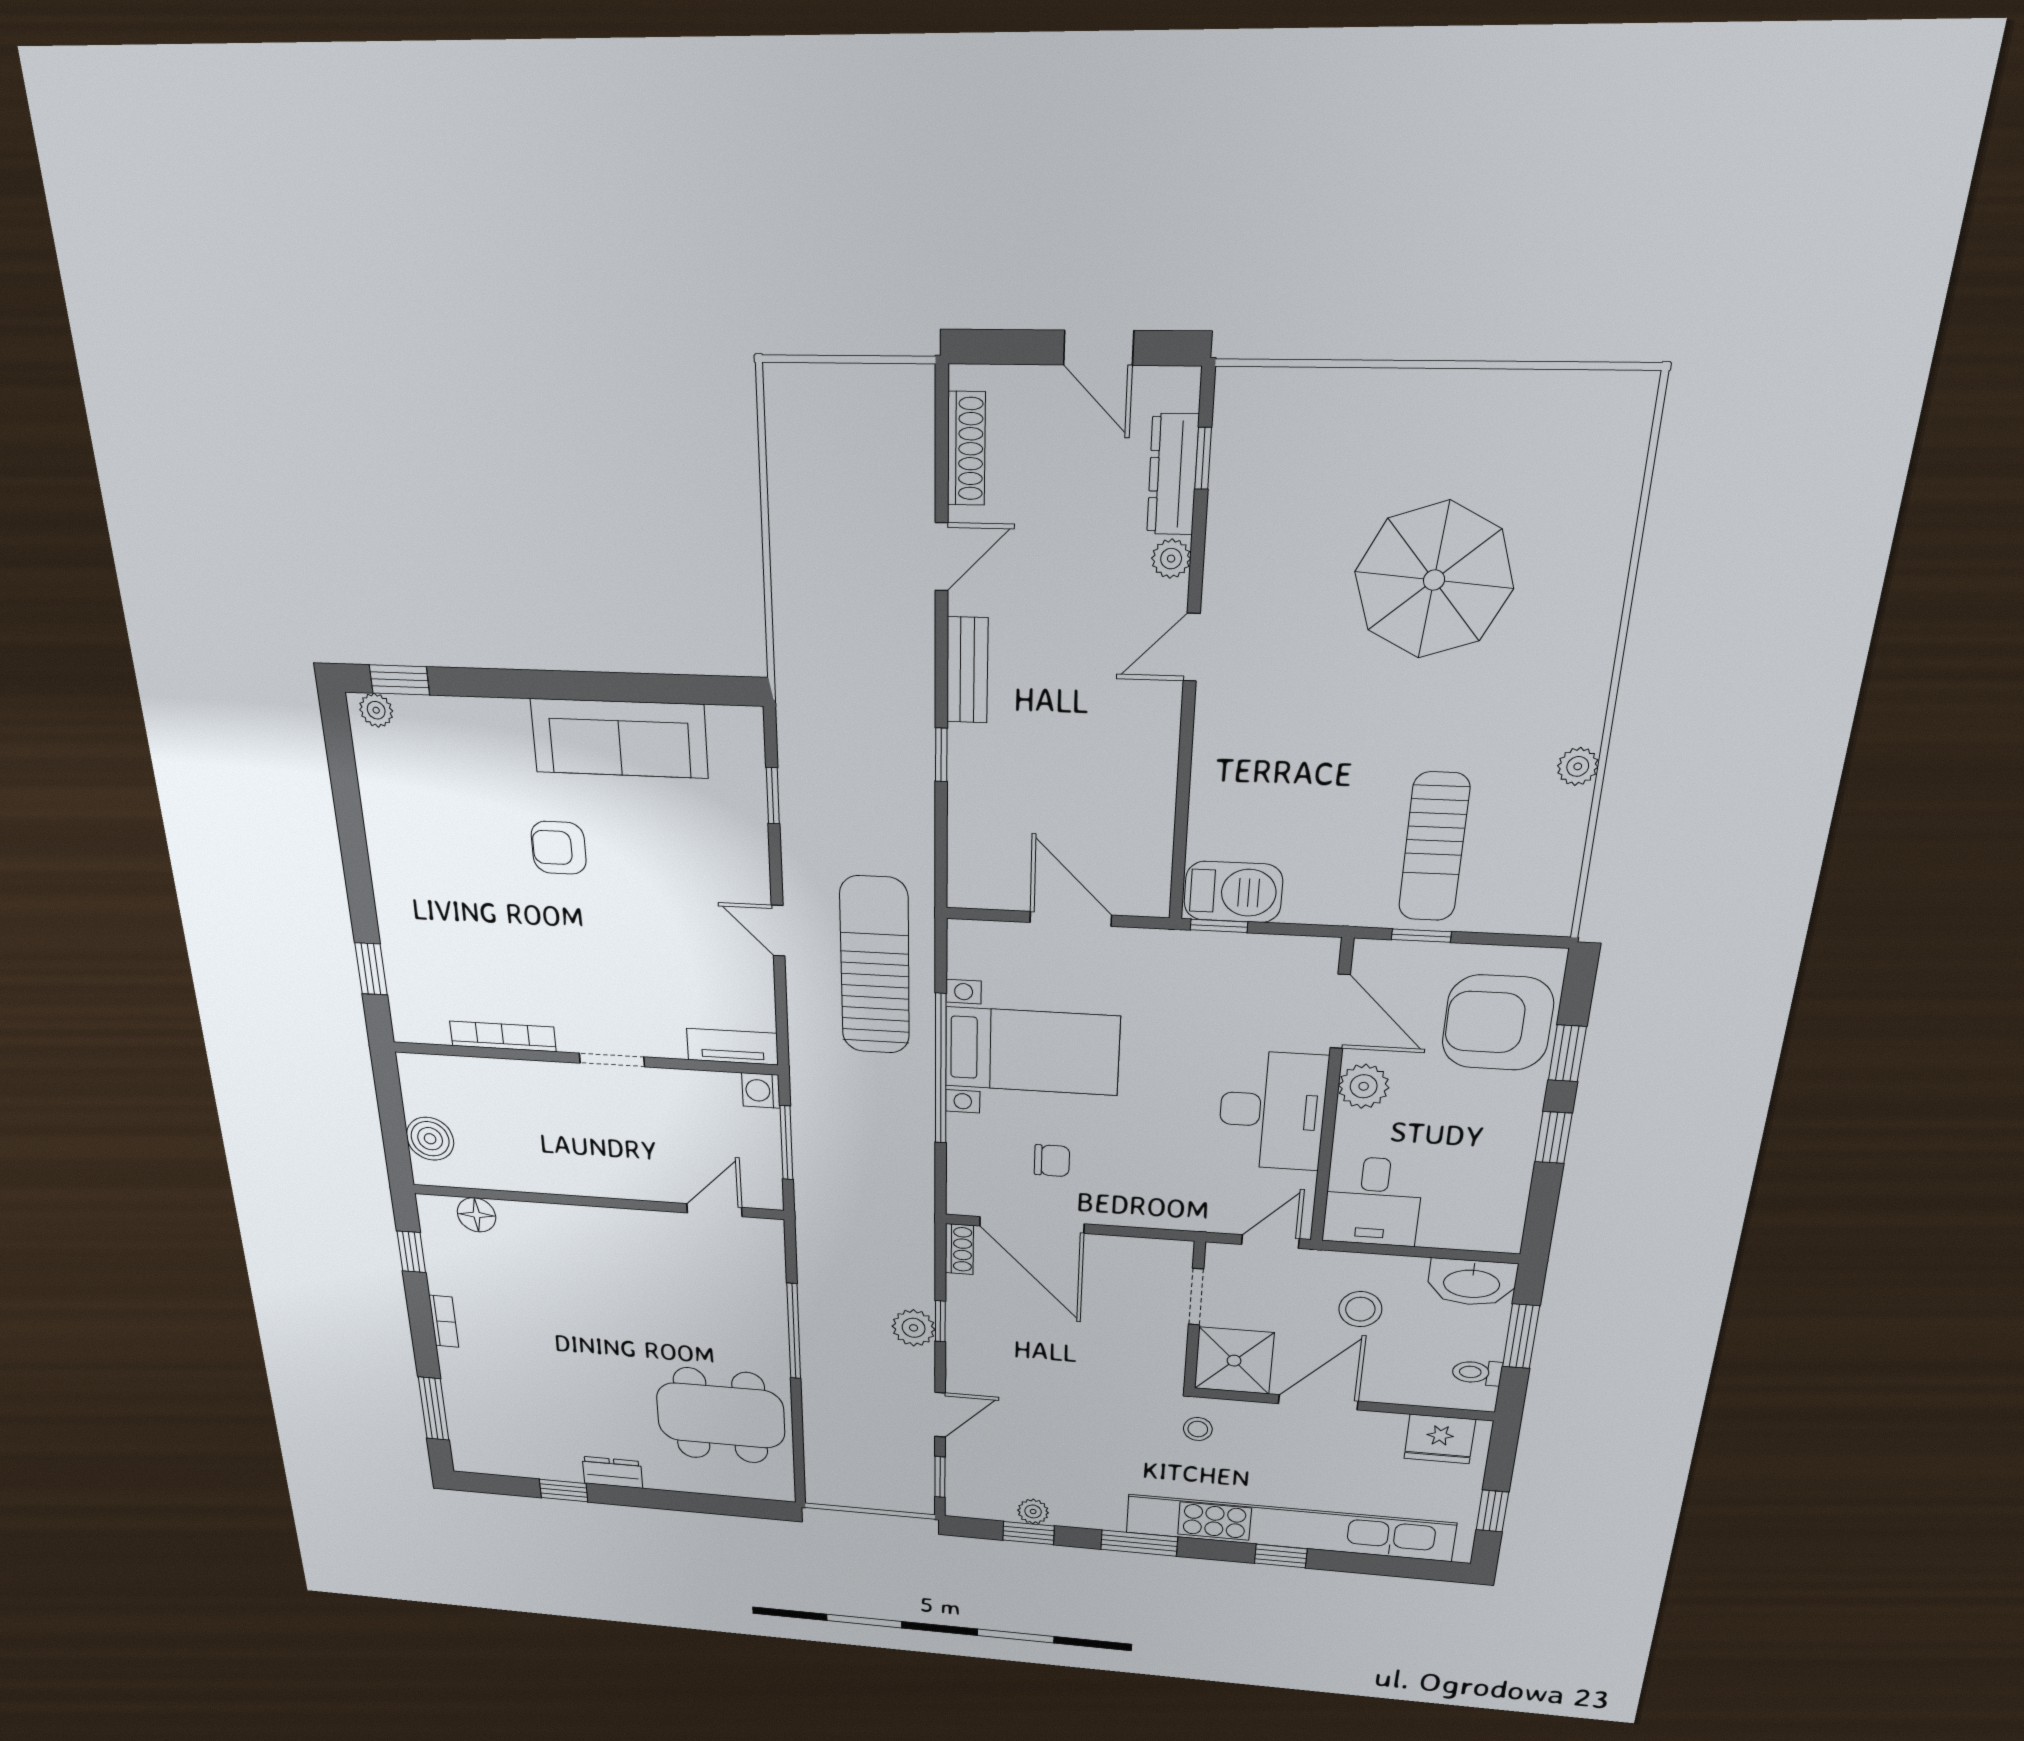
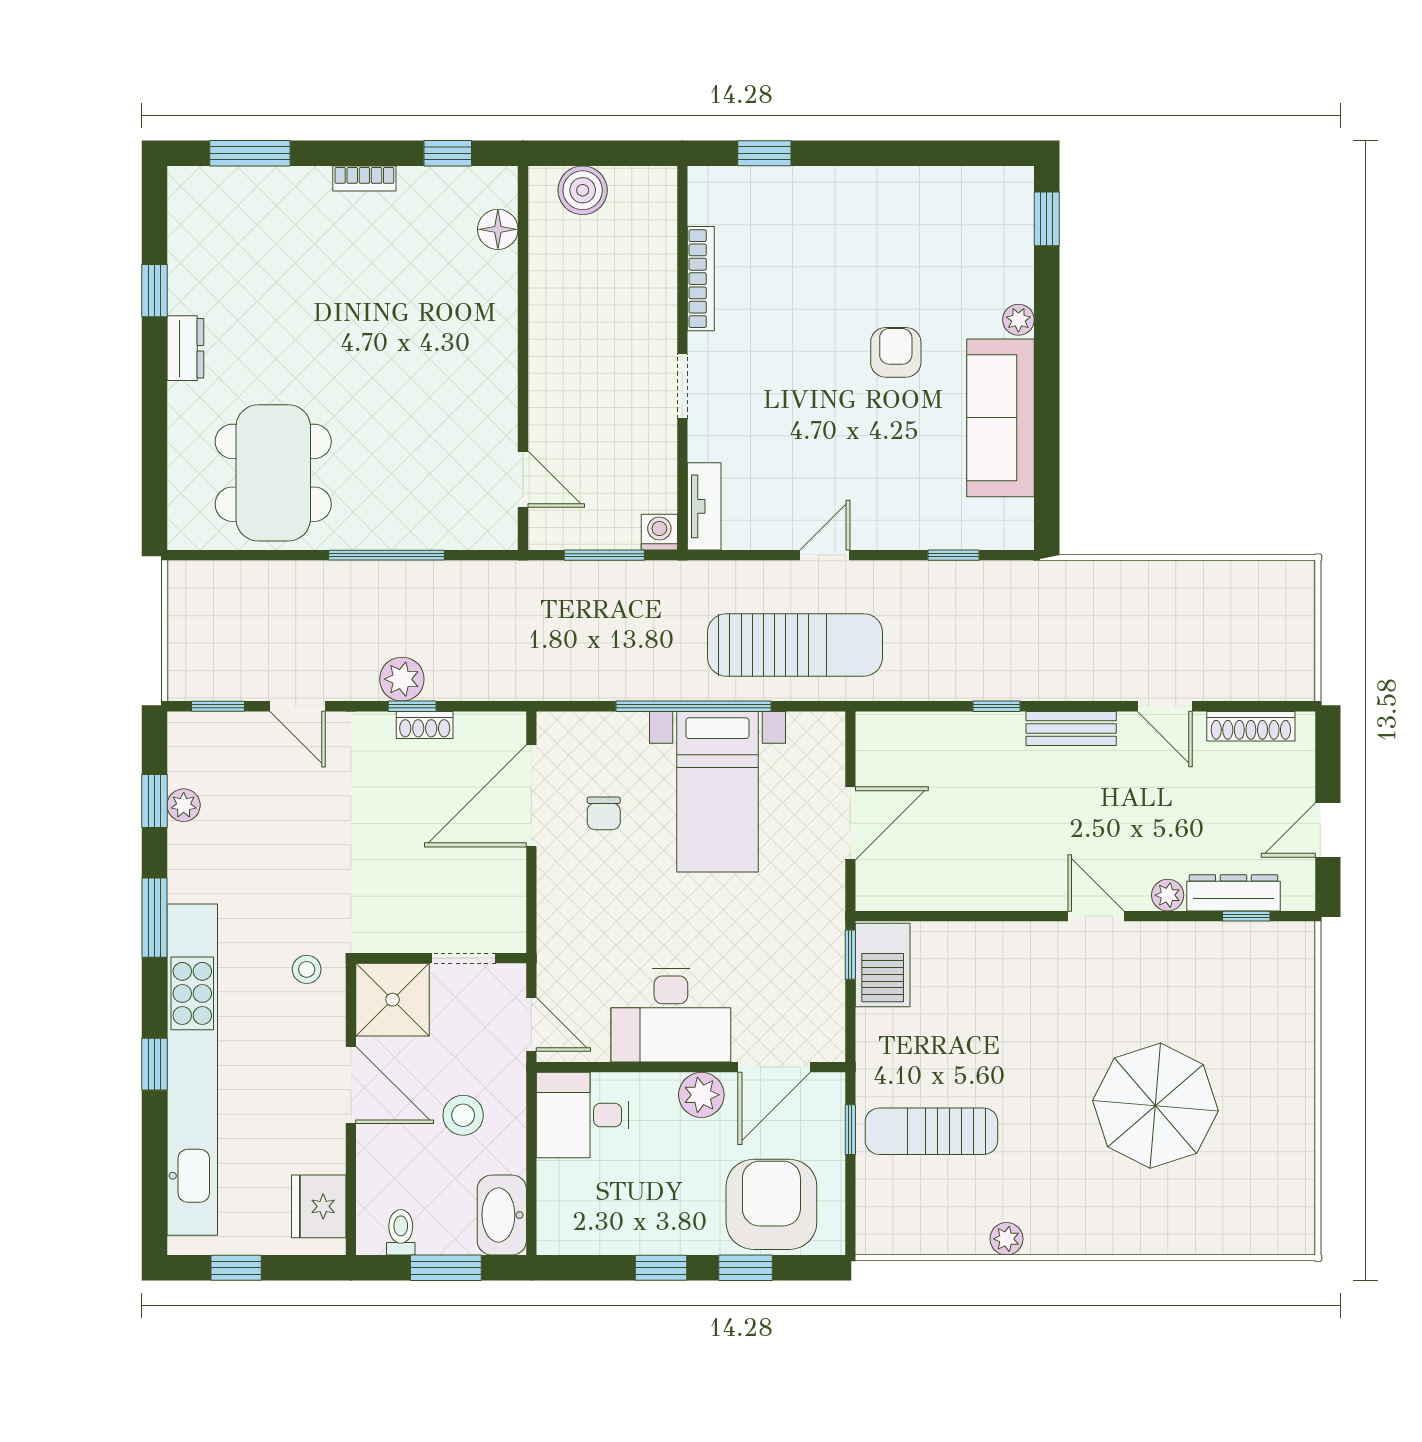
plant: (376, 710) -> (1018, 320), moved
shoe rack: (959, 1249) -> (425, 725), moved

